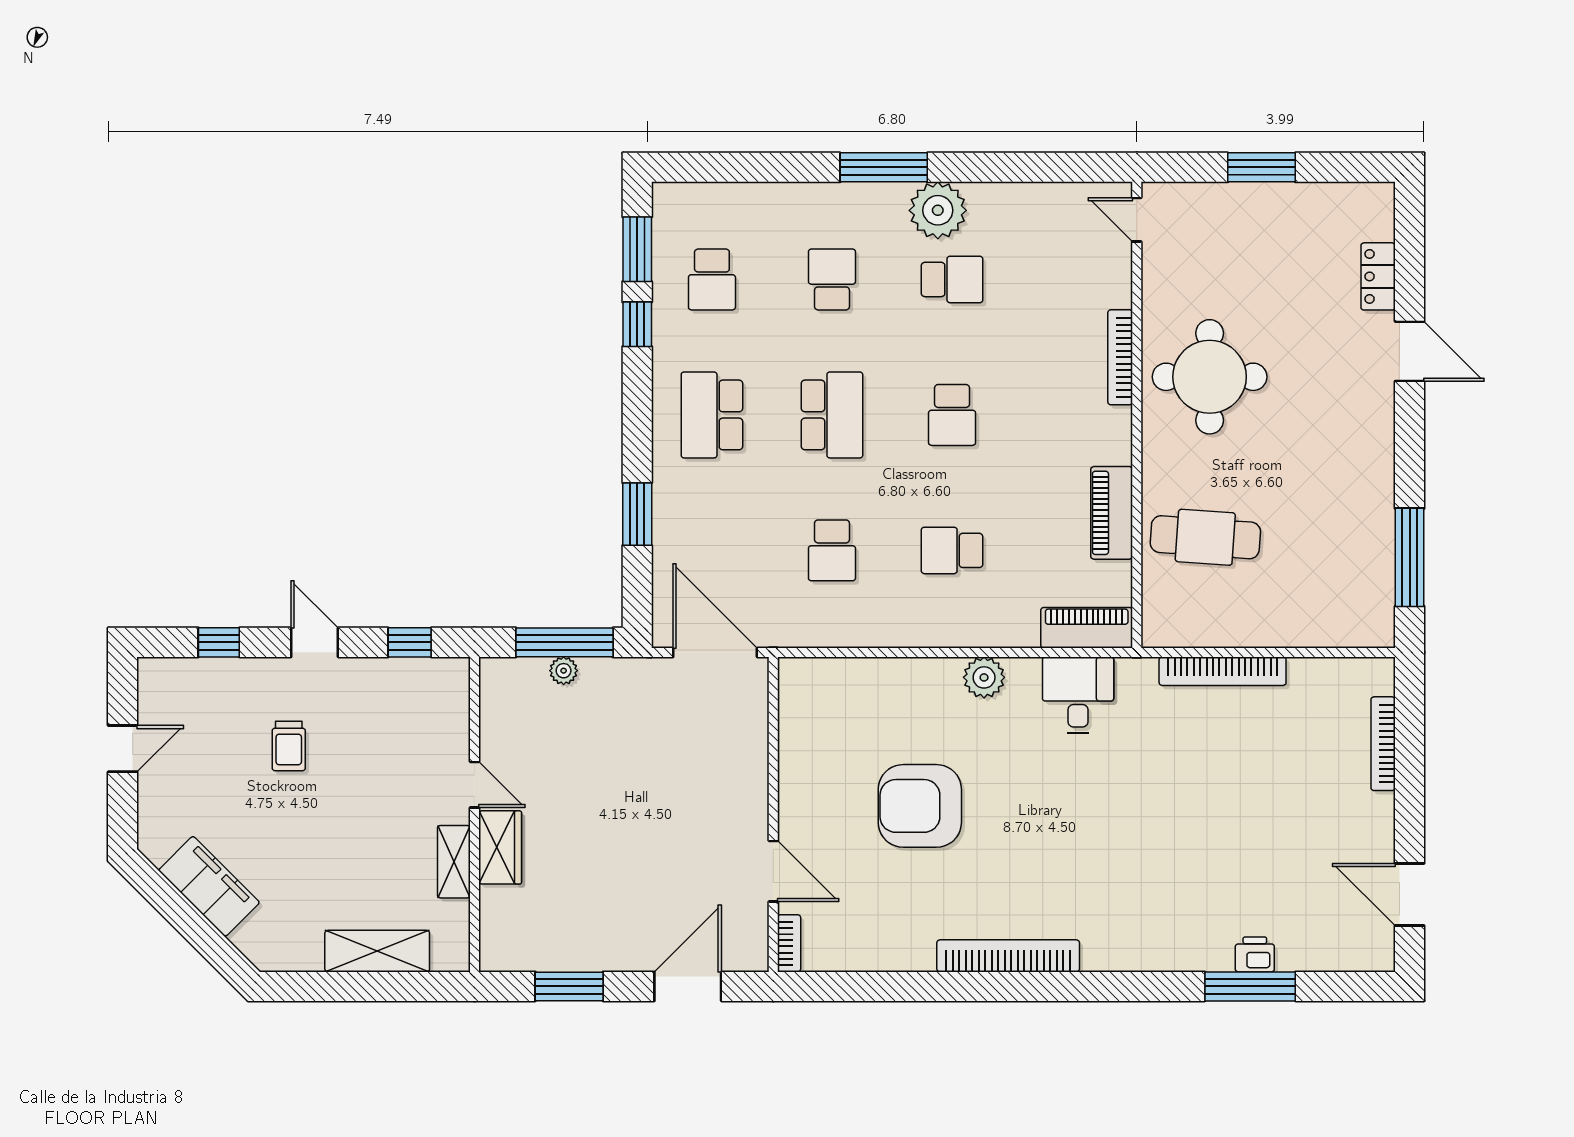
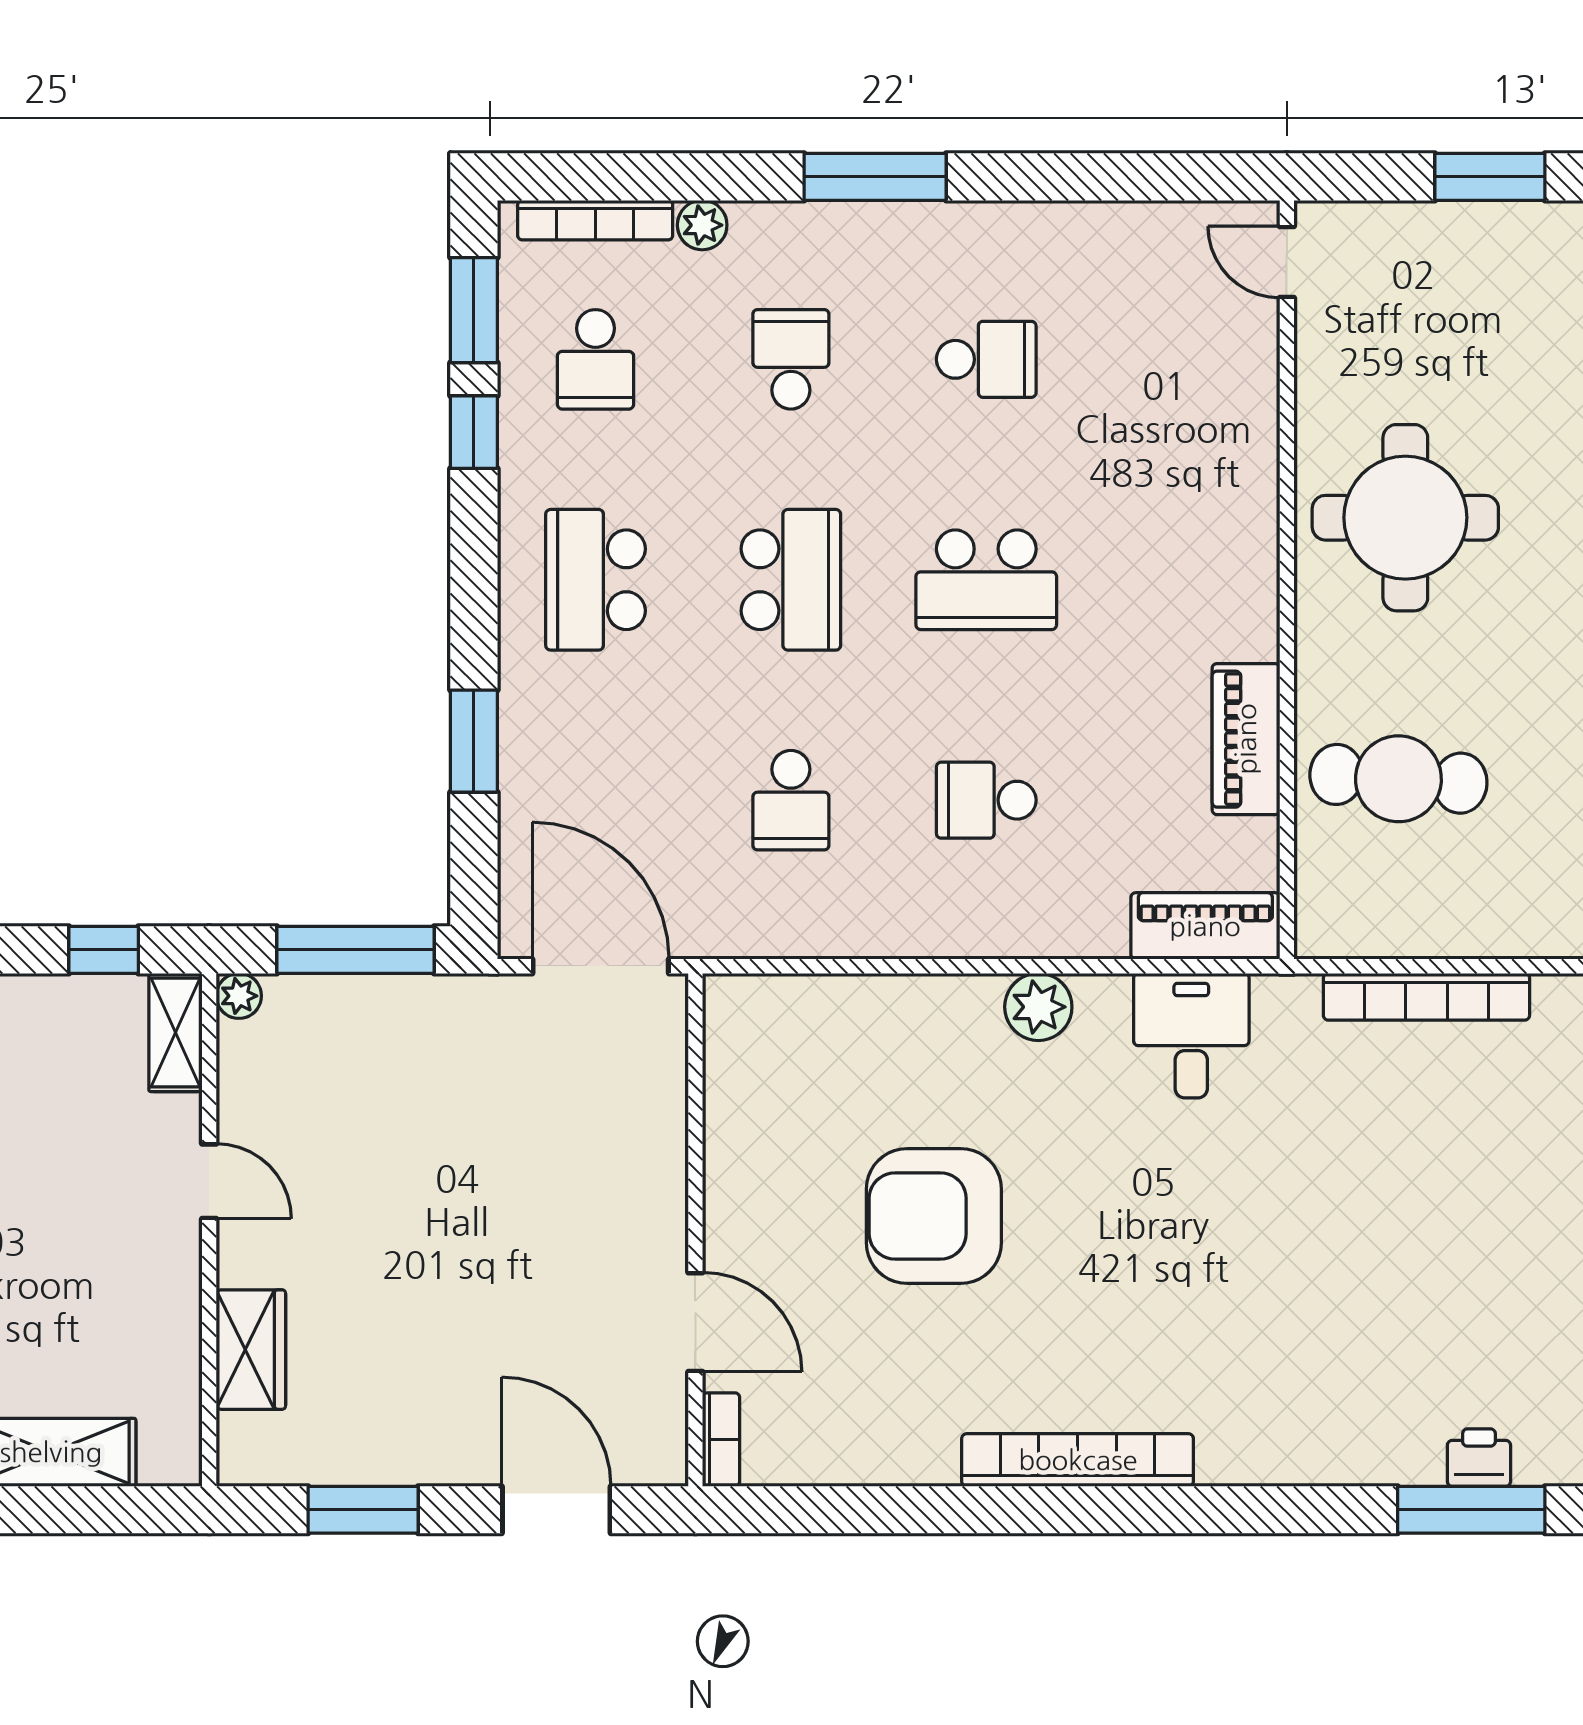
plant: (938, 210) -> (702, 225), moved, width x0.53, depth x0.53
bookcase: (1120, 357) -> (595, 220), moved, turned -90
school desk: (952, 415) -> (986, 580), width x1.85
plant: (564, 671) -> (239, 996), moved
wardrobe: (500, 847) -> (251, 1350), moved
shelving: (454, 862) -> (176, 1032), moved
door: (688, 986) -> (556, 1510), hinge flipped

